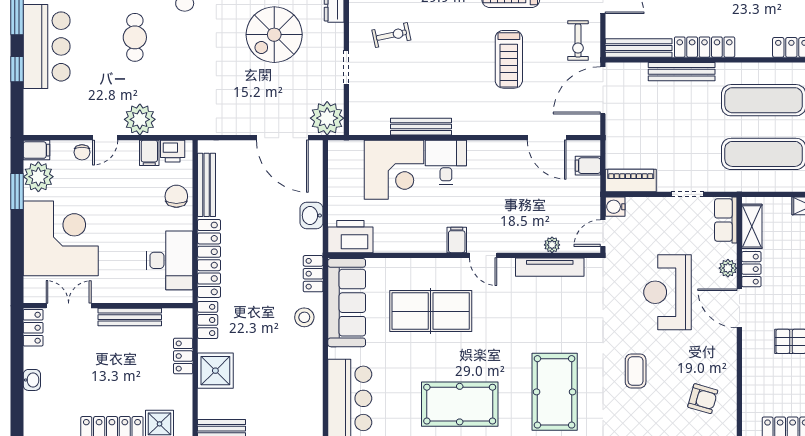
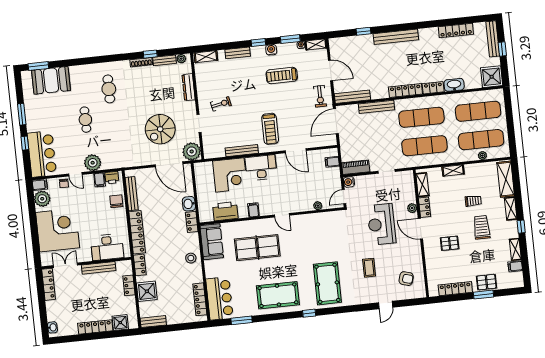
spiral stairs: (274, 35) -> (160, 129), moved
bar counter: (47, 46) -> (42, 154), moved
locker: (705, 47) -> (405, 91), moved
treadmill: (509, 59) -> (270, 129), moved
door: (105, 138) -> (75, 174), hinge flipped
door: (547, 138) -> (296, 151), moved
desk: (446, 162) -> (261, 168), width x1.37
window: (17, 191) -> (32, 208), removed
row of seats: (726, 220) -> (408, 183), removed
printer: (350, 237) -> (225, 211), moved
filing cabinet: (457, 240) -> (253, 210), moved
desk: (169, 260) -> (107, 247), moved, turned 90
tv unit: (550, 267) -> (318, 218), removed
locker: (313, 274) -> (192, 222), moved
sofa: (347, 303) -> (212, 242), width x0.73
locker: (33, 328) -> (49, 284), width x1.53
washbasin: (32, 380) -> (52, 327), moved
locker: (313, 396) -> (200, 299), added

